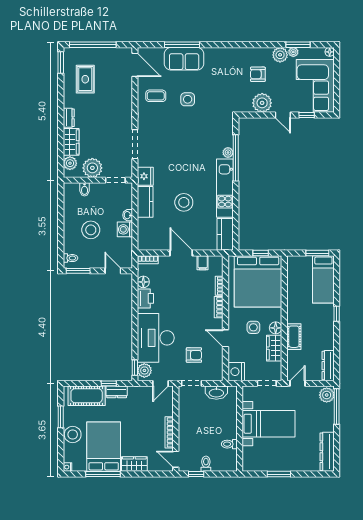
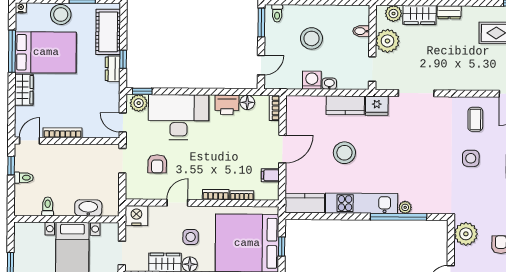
plant: (262, 103) -> (466, 234), moved
washbasin: (216, 393) -> (88, 208), moved, turned 90

